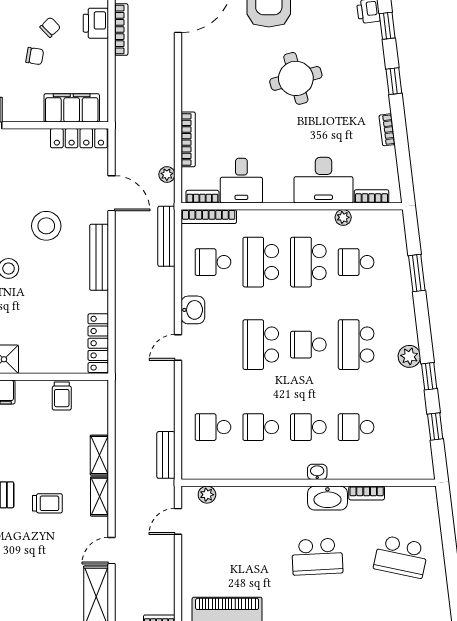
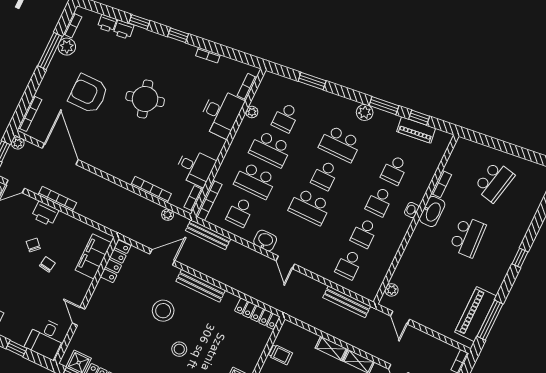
window: (429, 376) -> (384, 106), width x1.50
piano: (418, 430) -> (416, 130), added
bench: (166, 455) -> (347, 302), width x1.36

